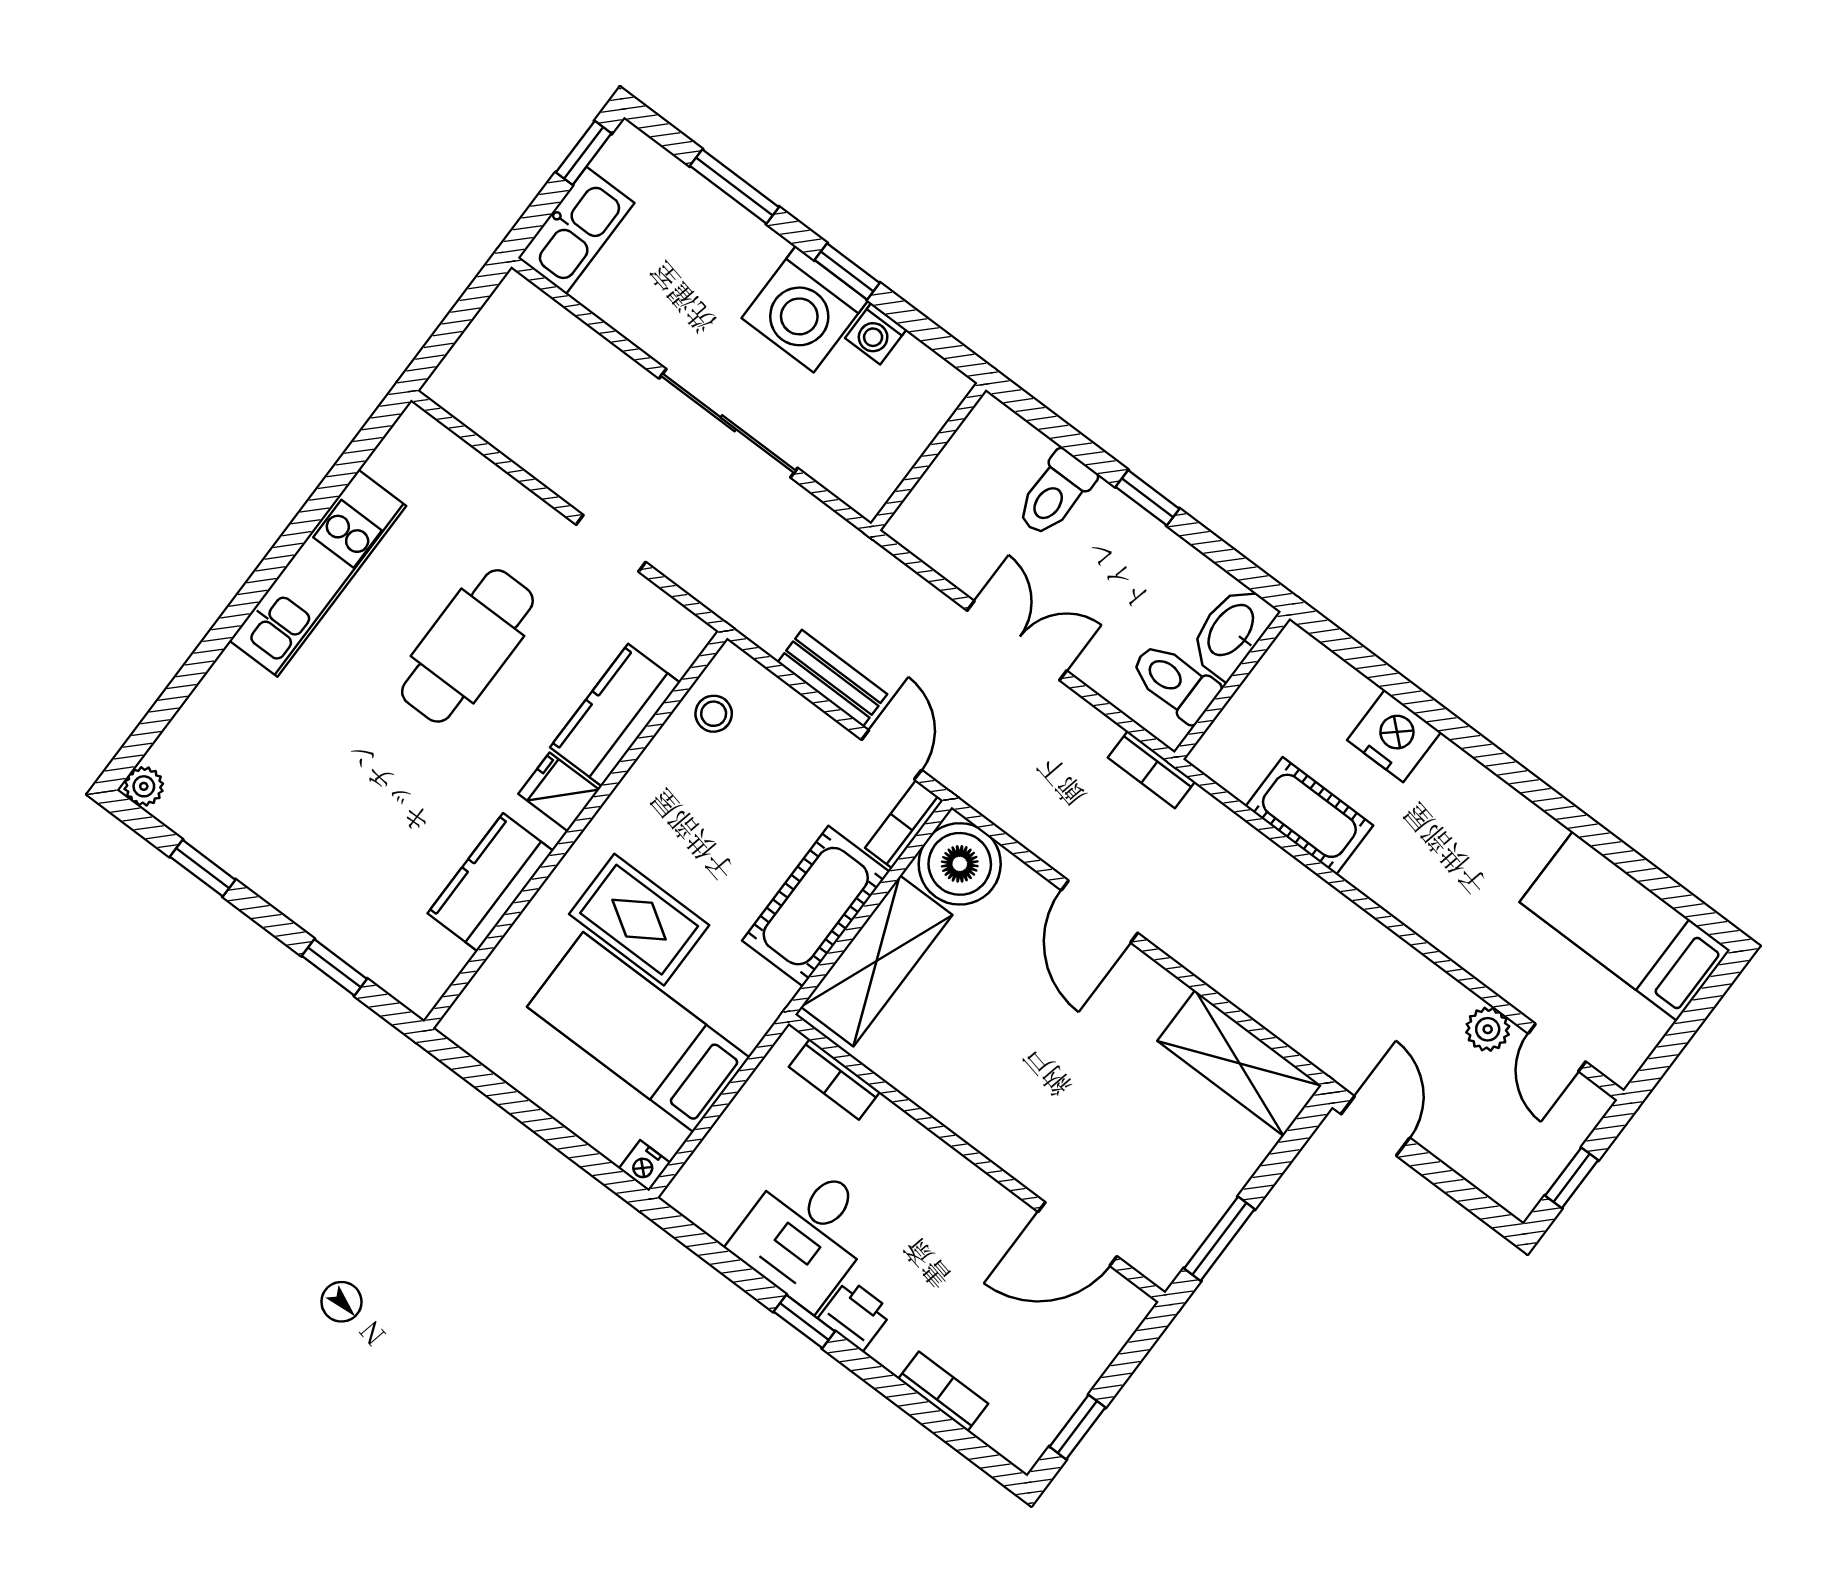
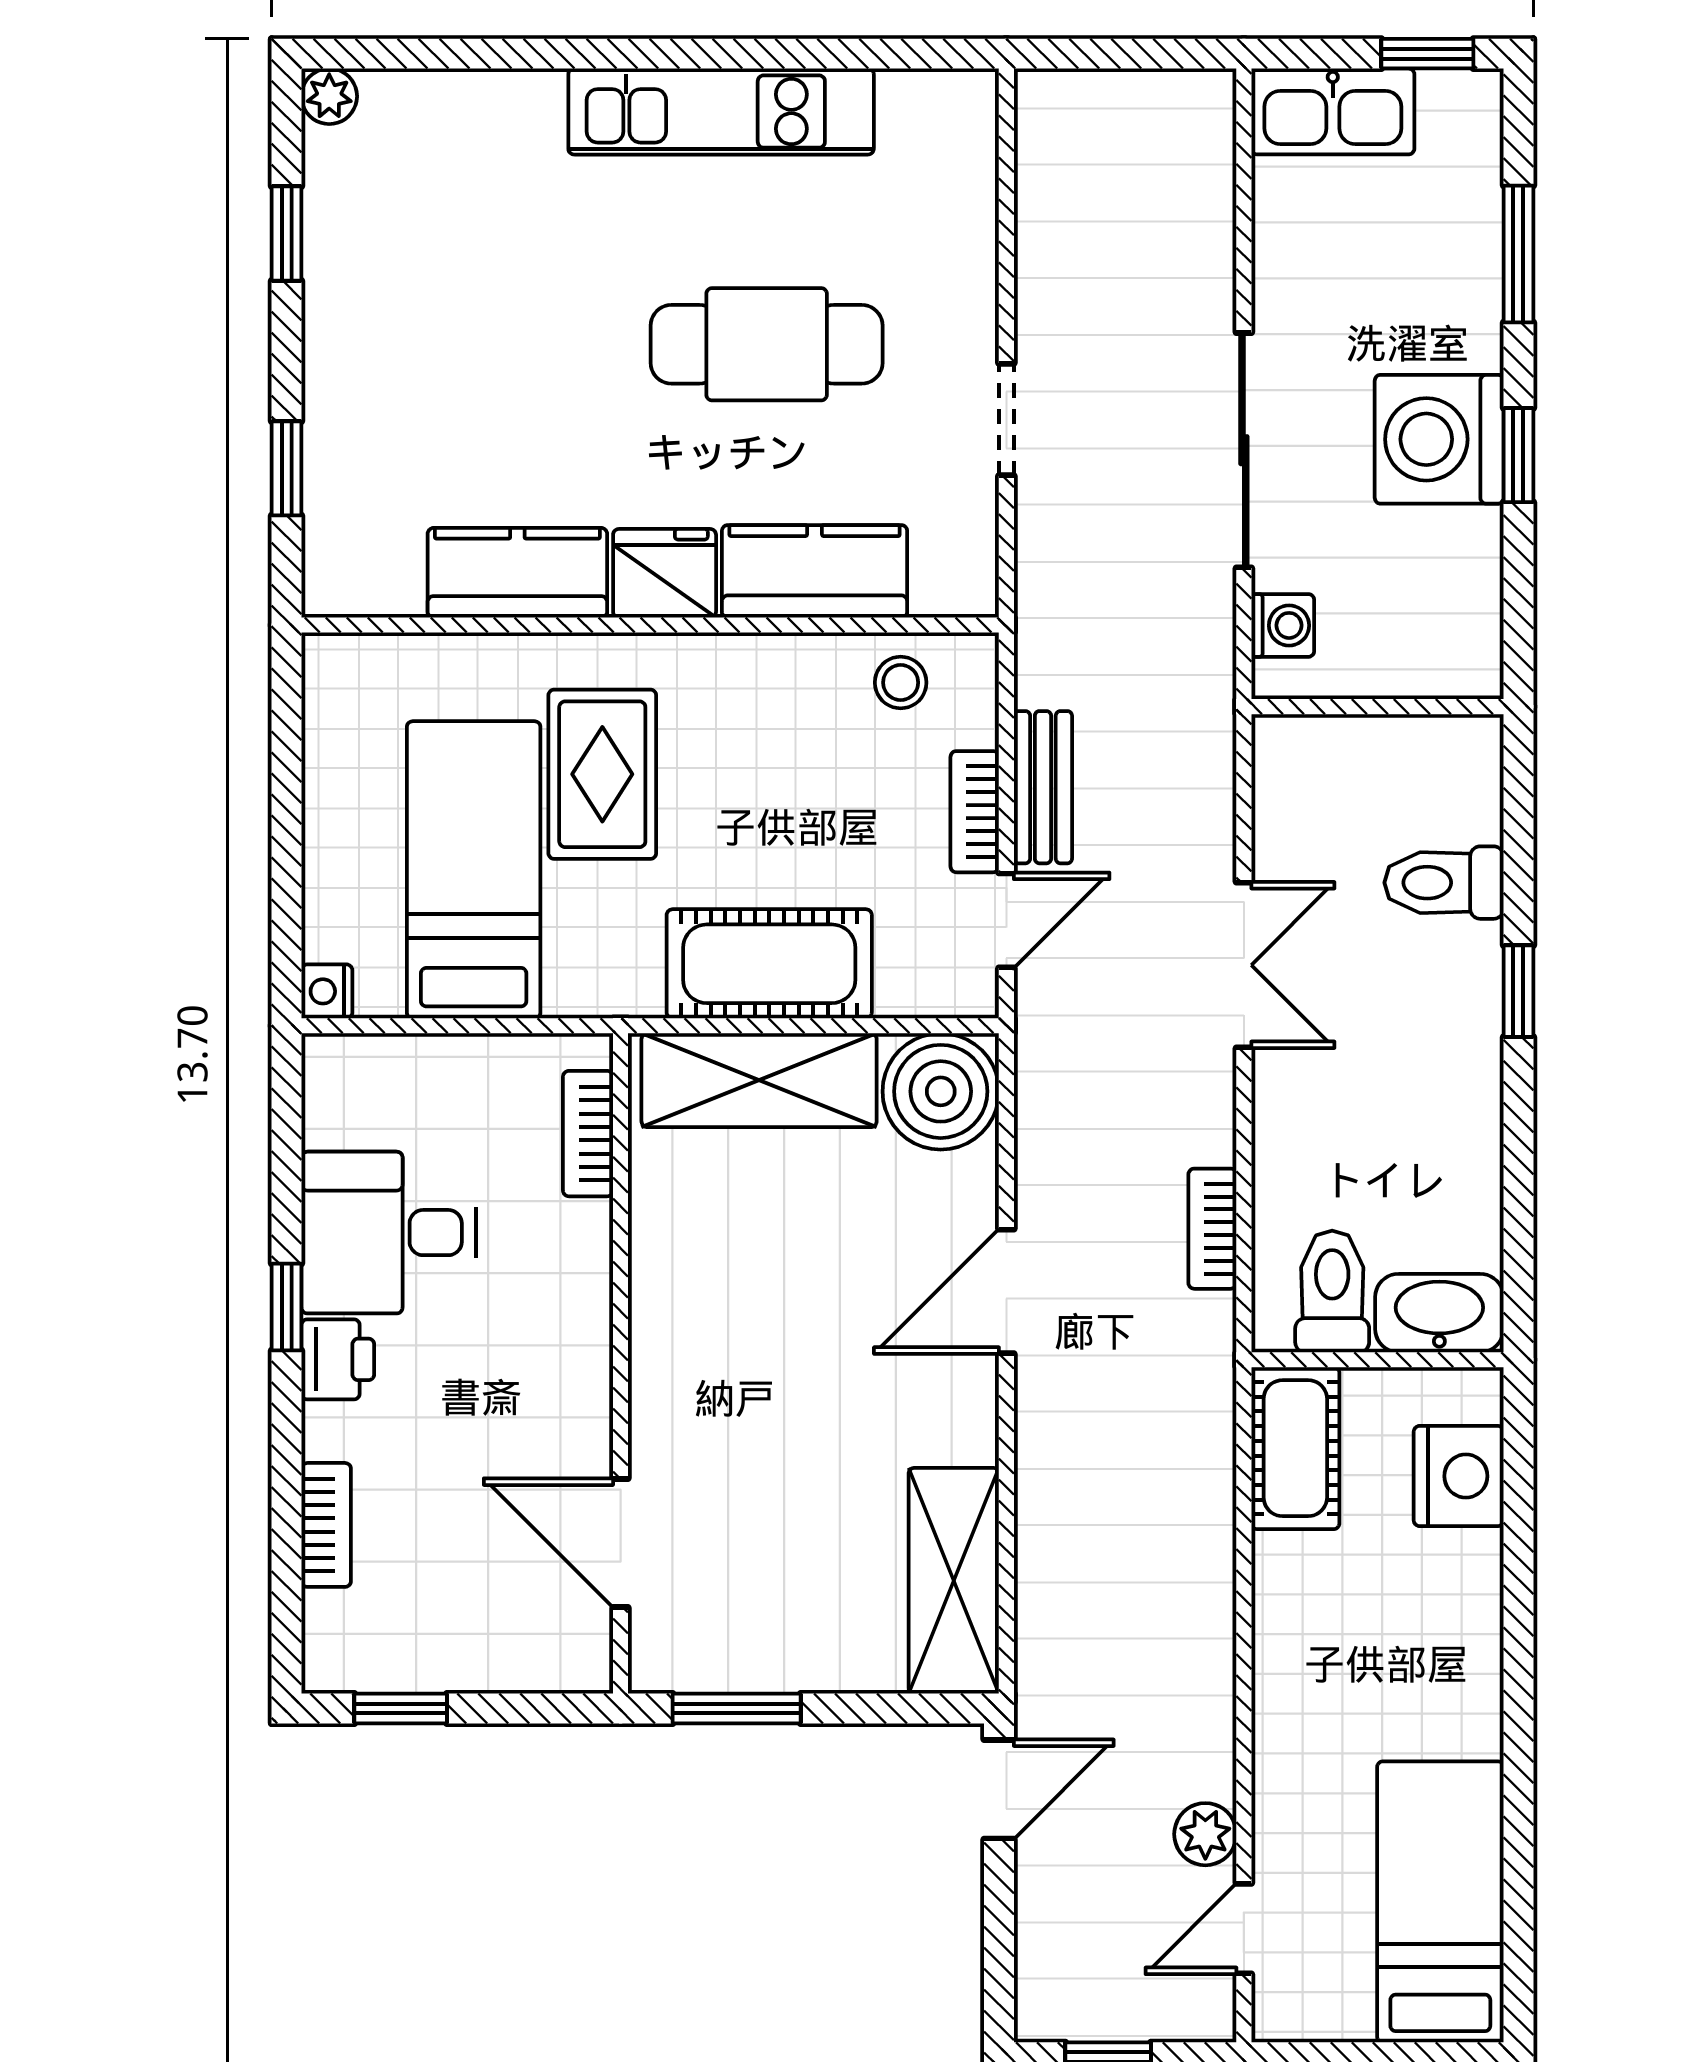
washing machine: (876, 334) -> (1283, 625), moved, turned 180
washbasin: (1232, 631) -> (1439, 1313), moved
toilet: (1175, 682) -> (1332, 1291), moved
wall: (1232, 685) -> (1377, 1360), moved
fridge: (559, 792) -> (665, 573), width x1.38
bookcase: (904, 824) -> (975, 812), moved, turned -90

